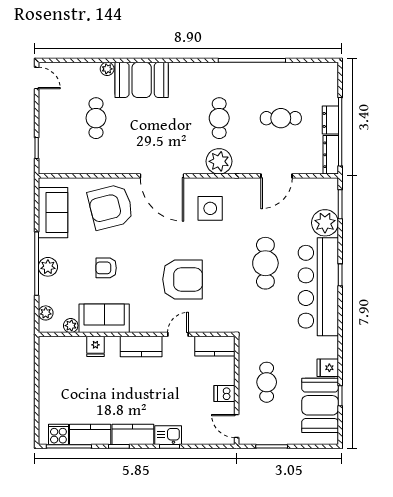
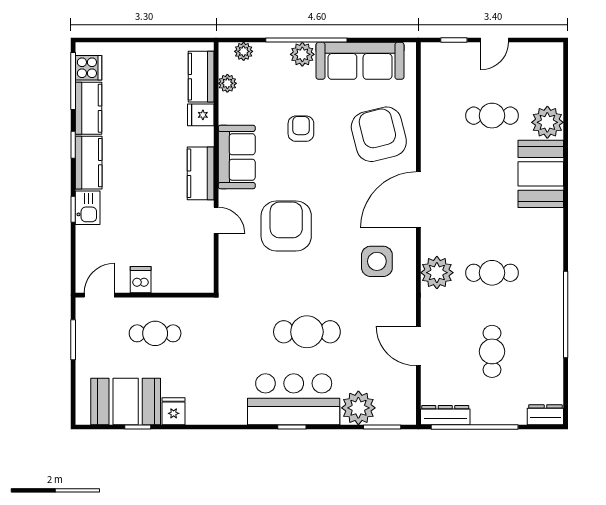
plant: (107, 69) -> (547, 122), width x1.87, depth x1.87
door: (37, 78) -> (494, 40), moved
dresser: (330, 120) -> (545, 415), moved
sofa: (53, 213) -> (360, 61), width x1.36
armchair: (182, 279) -> (286, 226), turned 180
bar counter: (318, 287) -> (294, 399), width x0.73
sofa: (104, 318) -> (237, 157), moved
kitchen counter: (215, 346) -> (201, 77), moved

